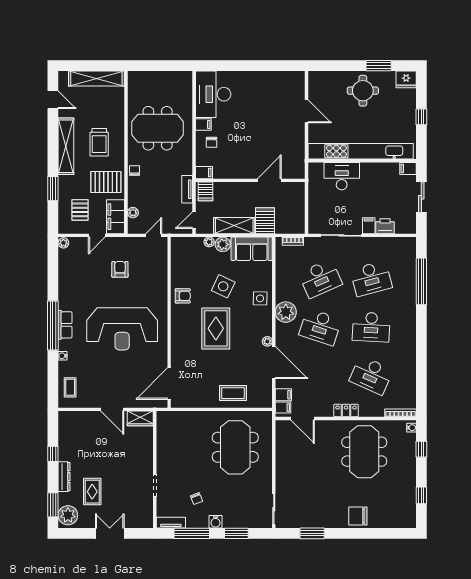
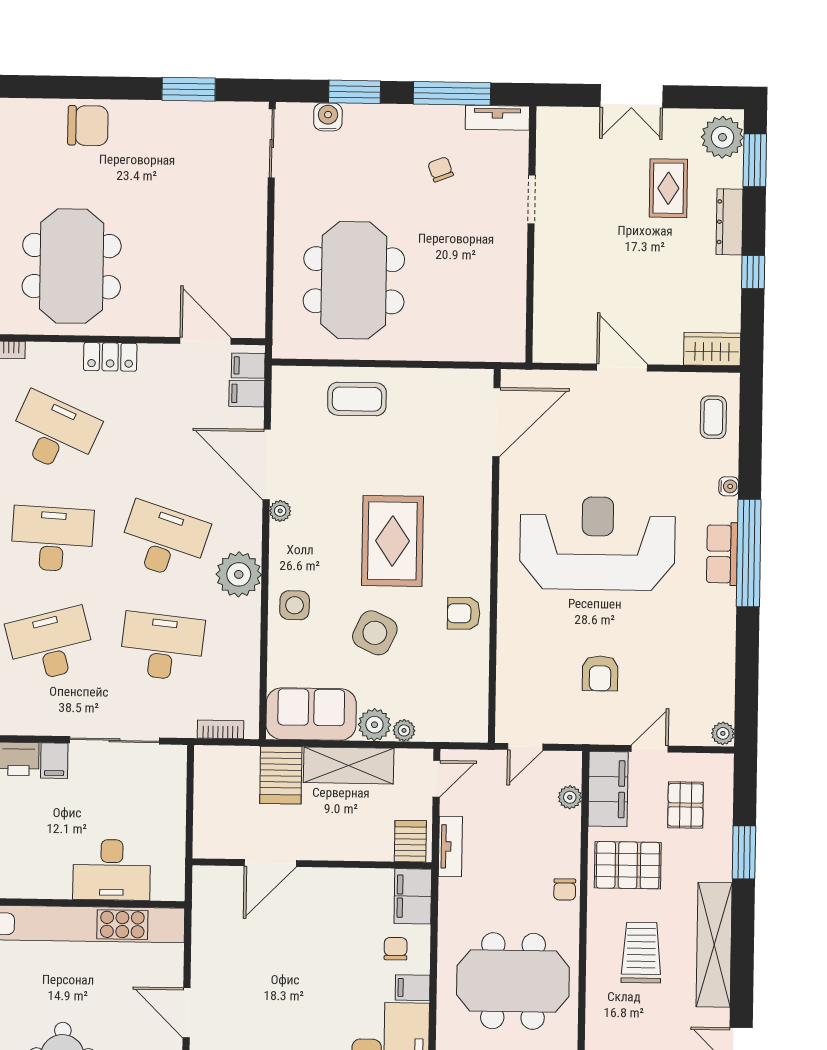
filing cabinet: (204, 173) -> (413, 896), width x2.00
desk: (320, 279) -> (162, 647), turned 30
wardrobe: (140, 418) -> (712, 349), moved
water cooler: (216, 522) -> (328, 117), moved

